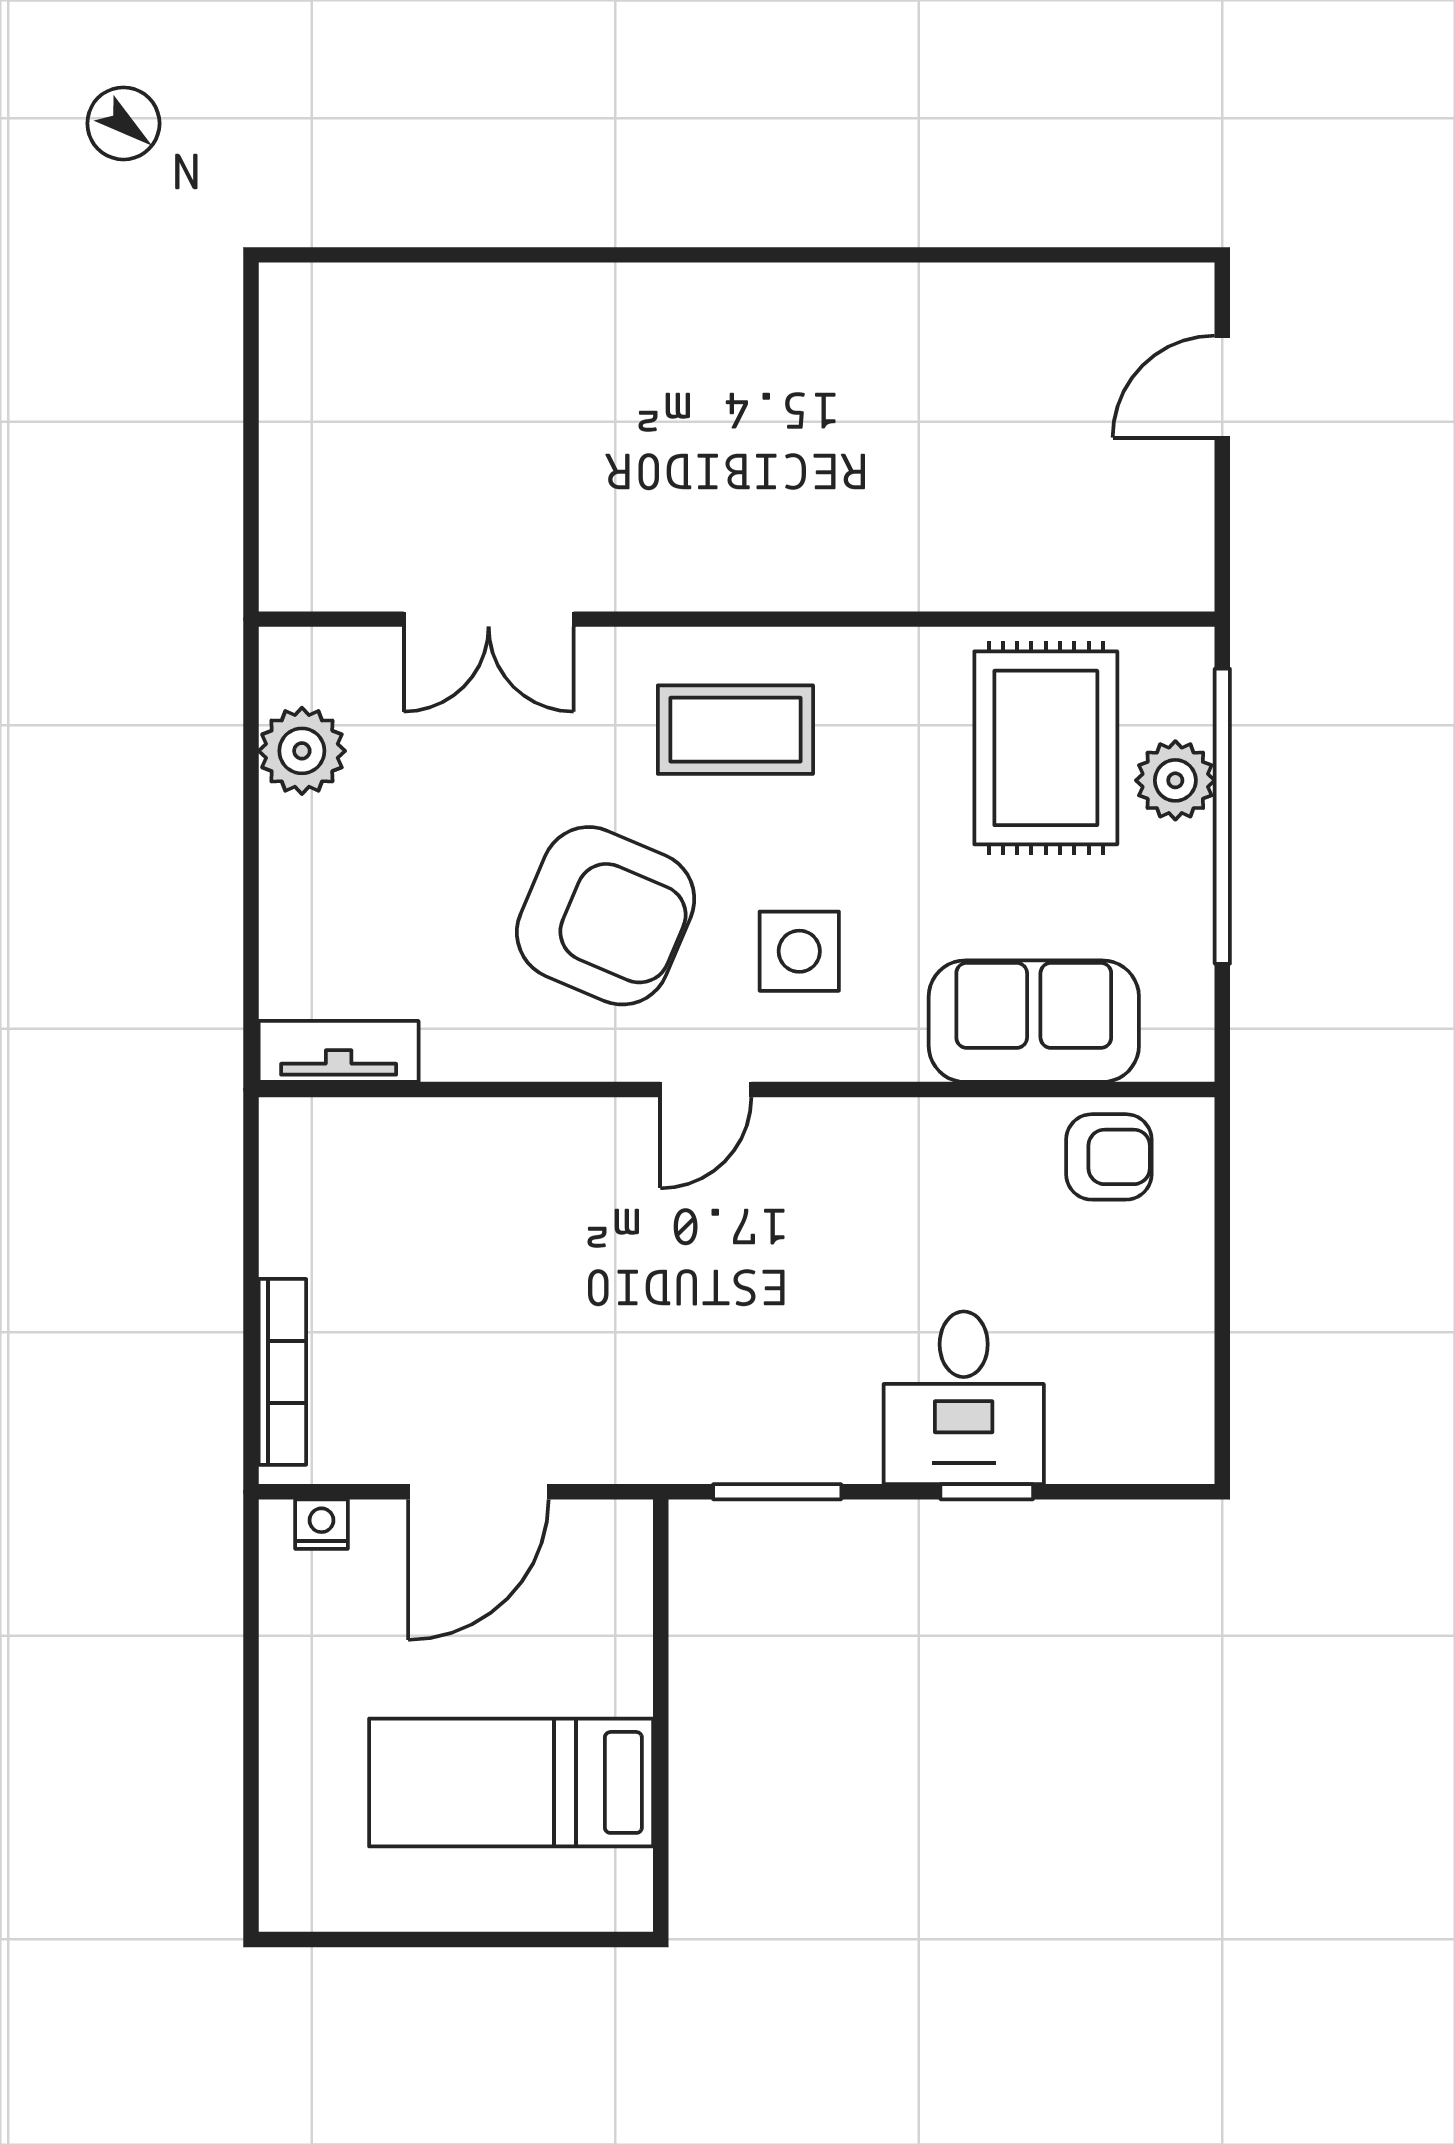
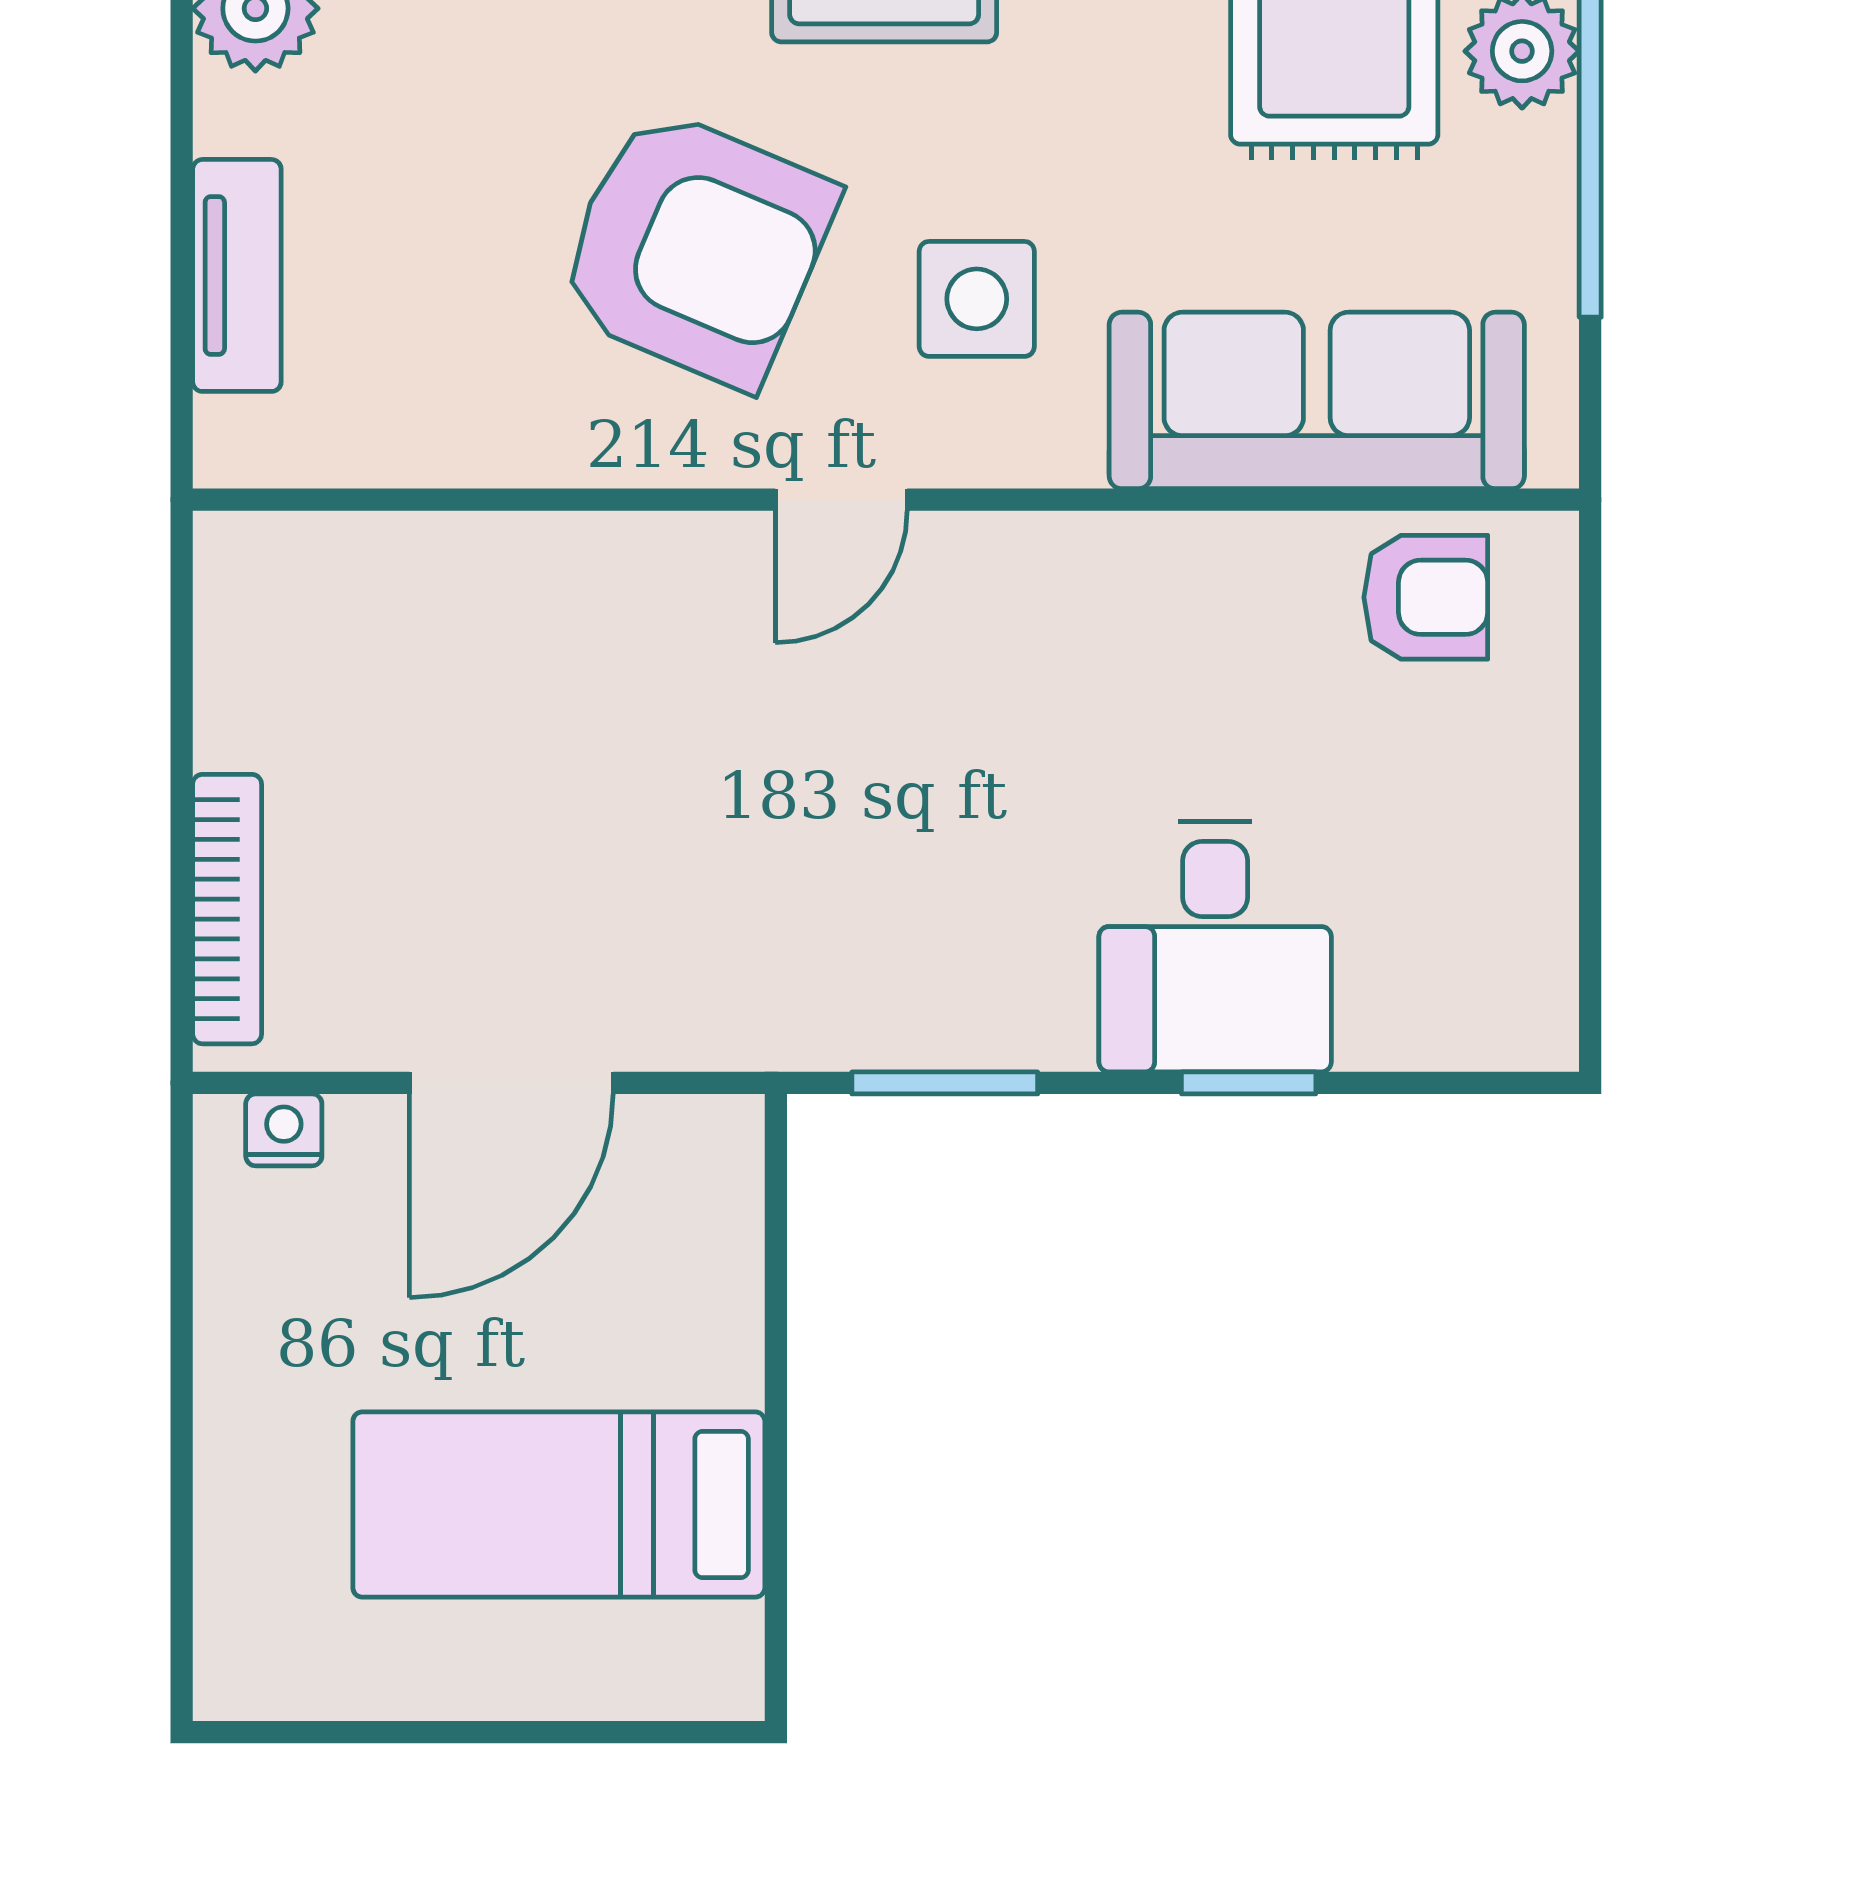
sofa: (1034, 1021) -> (1317, 400), width x1.36
tv unit: (339, 1051) -> (237, 275), moved, turned 90

